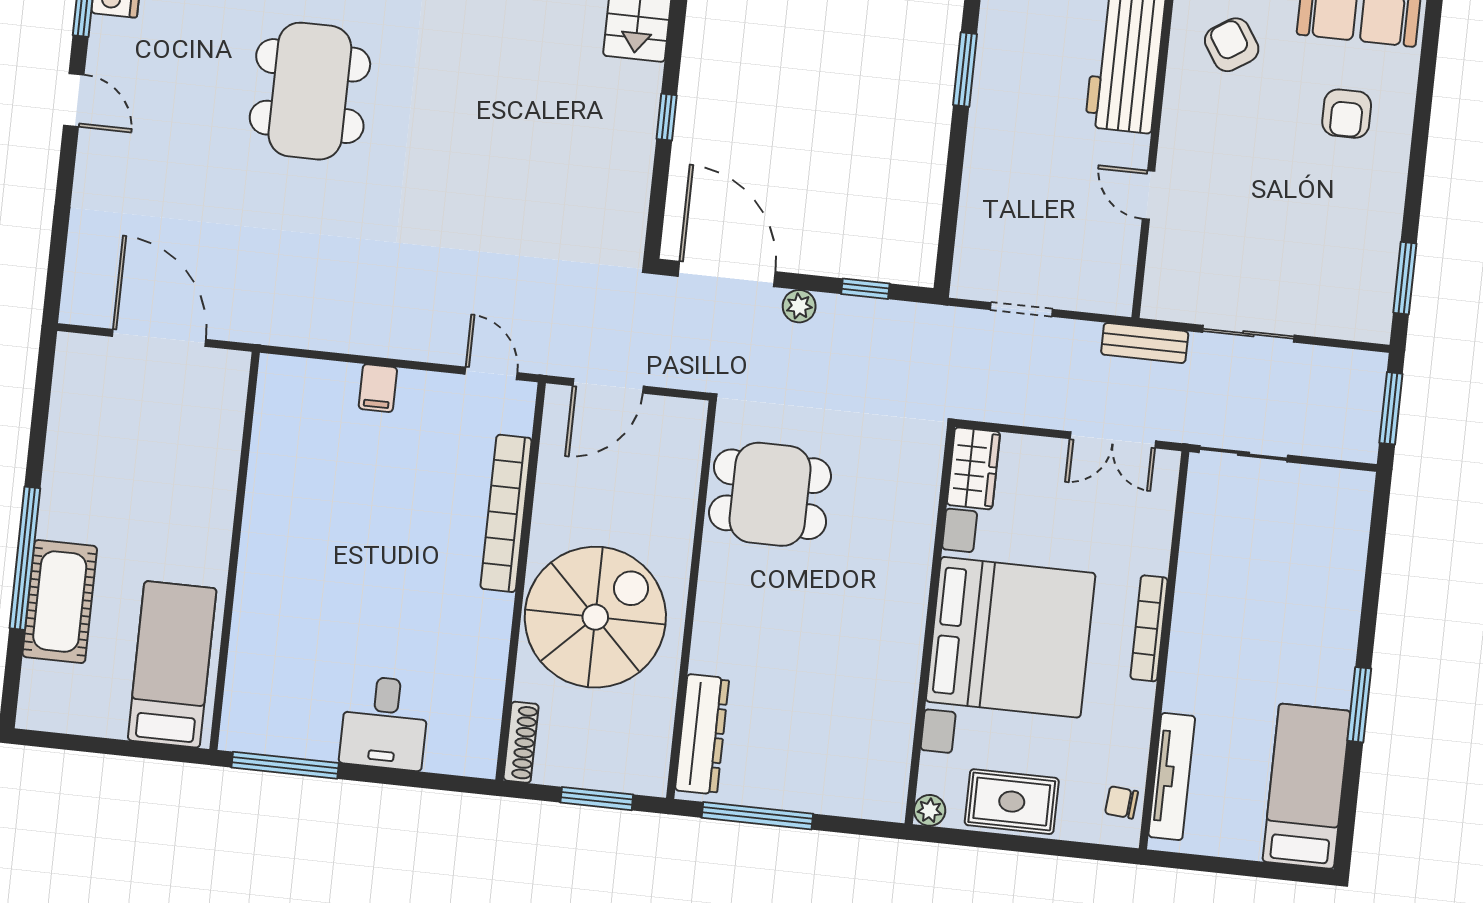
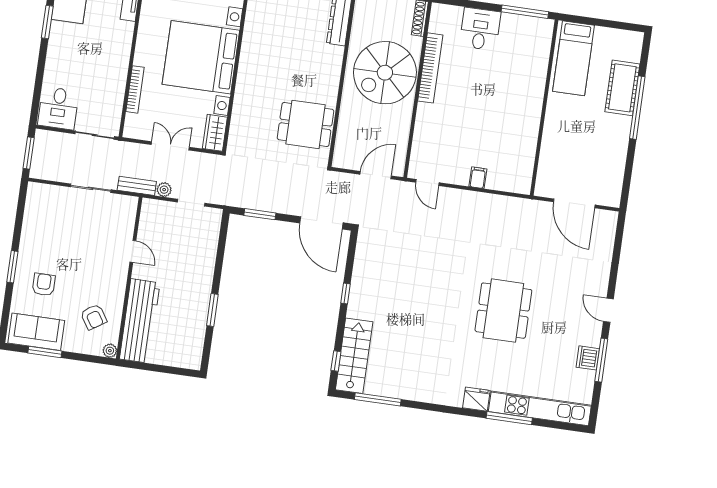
window: (1405, 278) -> (12, 267), moved
window: (865, 289) -> (260, 214), width x1.50
plant: (799, 306) -> (164, 190), moved
double door: (1113, 440) -> (170, 146), moved
desk: (1328, 512) -> (58, 108), added
bookcase: (506, 513) -> (430, 68), moved
bookcase: (1149, 628) -> (135, 89), moved

